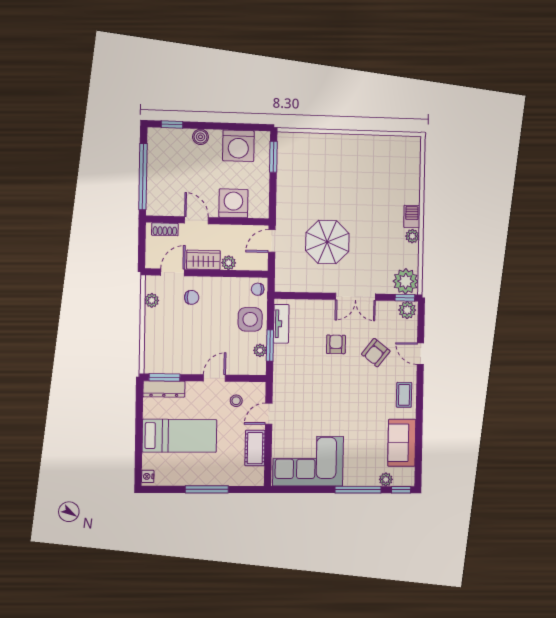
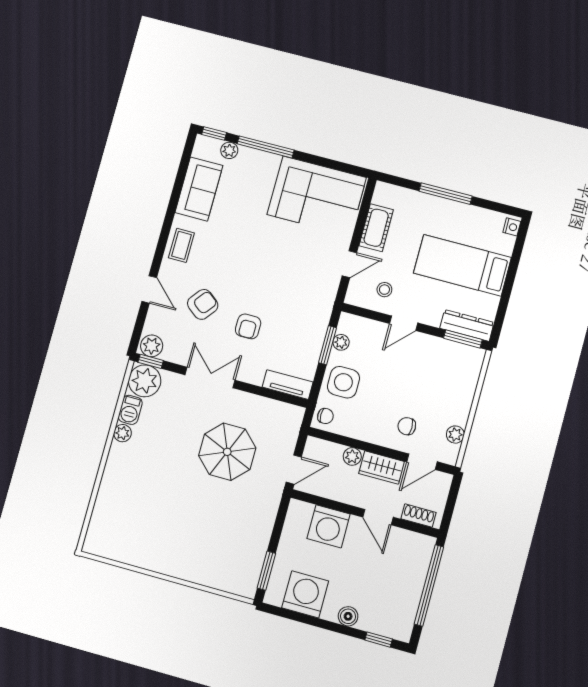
barbecue: (412, 216) -> (130, 410), moved
tv unit: (281, 324) -> (288, 385), moved, turned 90

